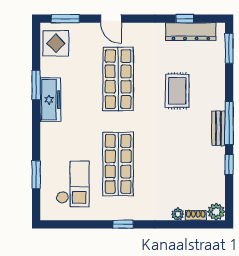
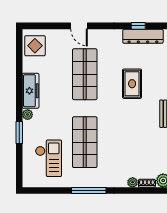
window: (65, 19) -> (42, 26), removed
window: (36, 85) -> (19, 79), removed
plant: (47, 129) -> (28, 115), added
window: (36, 175) -> (19, 132), moved
window: (123, 224) -> (89, 190), width x2.17

